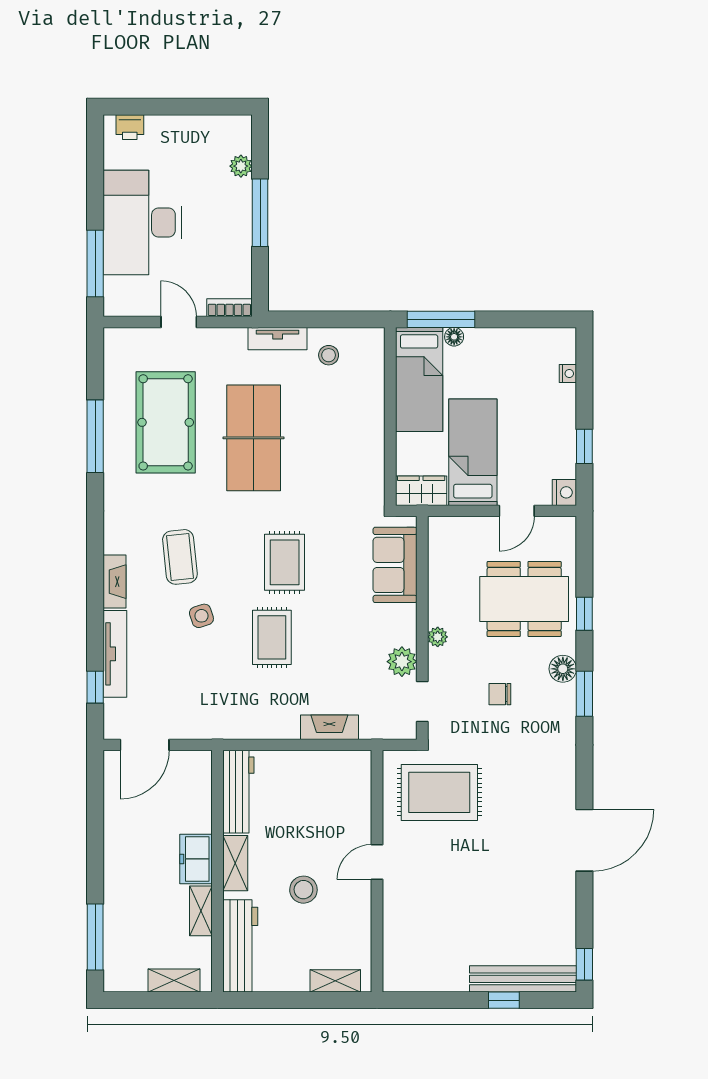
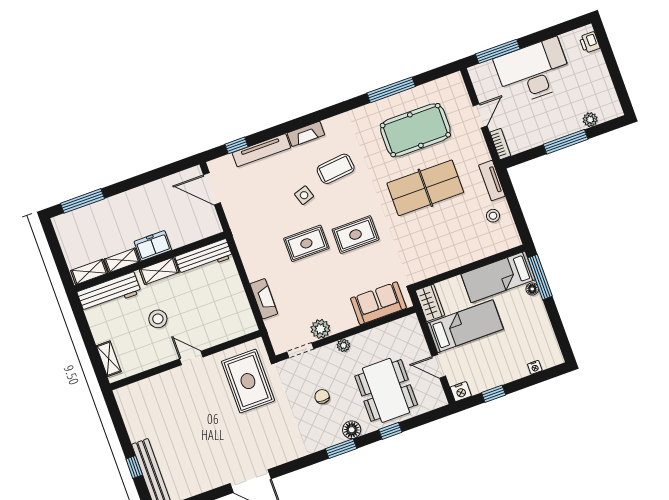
shelving: (174, 981) -> (89, 272), moved, turned 90

